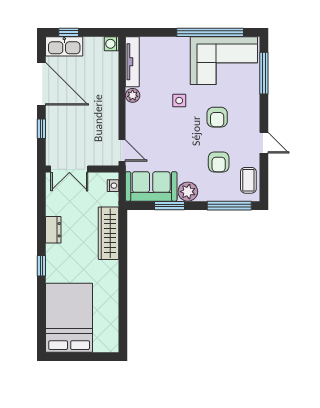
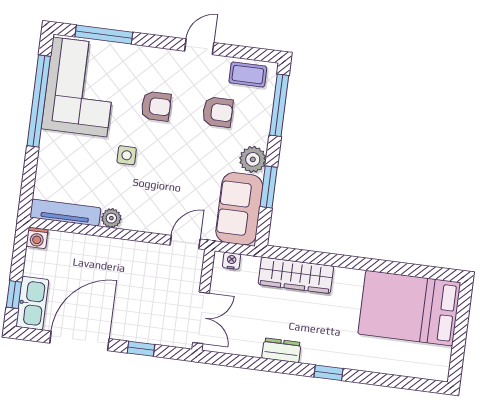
bed: (69, 318) -> (409, 308), moved

